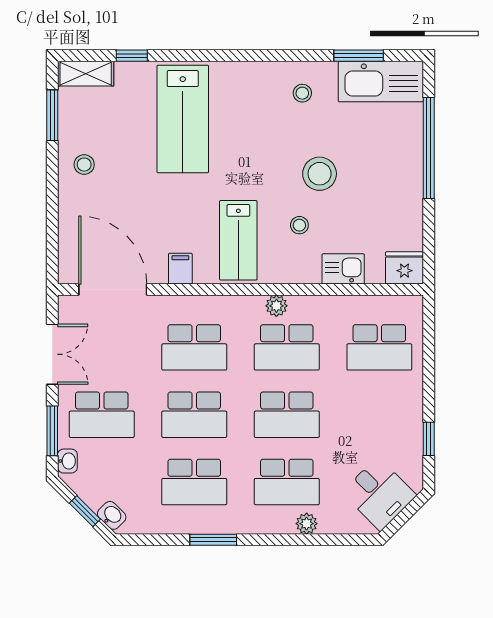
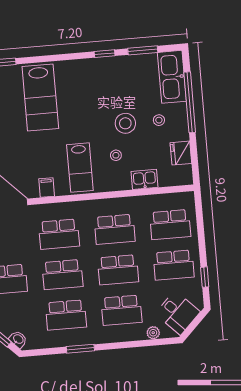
window: (295, 56) -> (105, 54), added
kitchen sink: (381, 81) -> (172, 77), moved, turned 90
stool: (302, 93) -> (159, 120), moved
fridge: (404, 268) -> (181, 153), moved, turned -90
plant: (276, 306) -> (106, 205), removed
school desk: (379, 415) -> (174, 265), added
plant: (307, 524) -> (153, 333), moved

